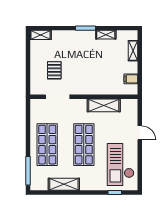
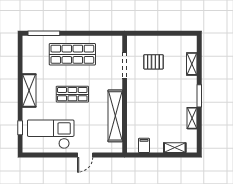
shelving: (41, 35) -> (192, 64), moved
shelving: (104, 105) -> (115, 116), width x1.47
shop shelf: (84, 145) -> (72, 94), width x0.70, depth x0.74
shelving: (64, 184) -> (29, 90), moved

